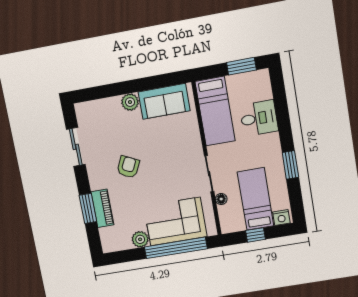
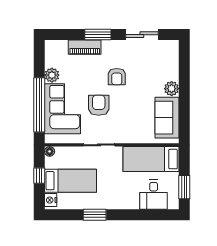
desk: (259, 118) -> (154, 195), moved
armchair: (128, 167) -> (117, 77), turned 64
armchair: (164, 182) -> (99, 105), added
floor lamp: (221, 199) -> (50, 151), moved
window: (88, 208) -> (98, 35), moved

